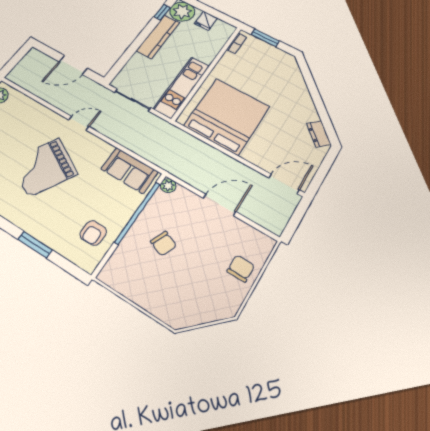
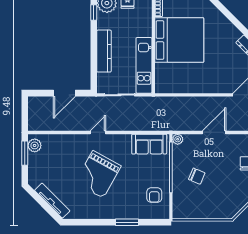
kitchen counter: (158, 37) -> (104, 51), moved
bed: (227, 116) -> (179, 40), moved, turned 90

